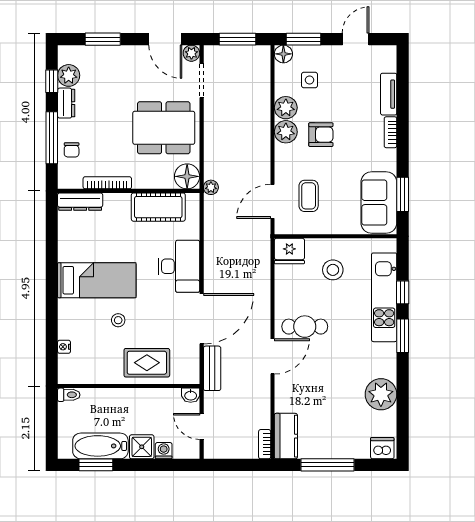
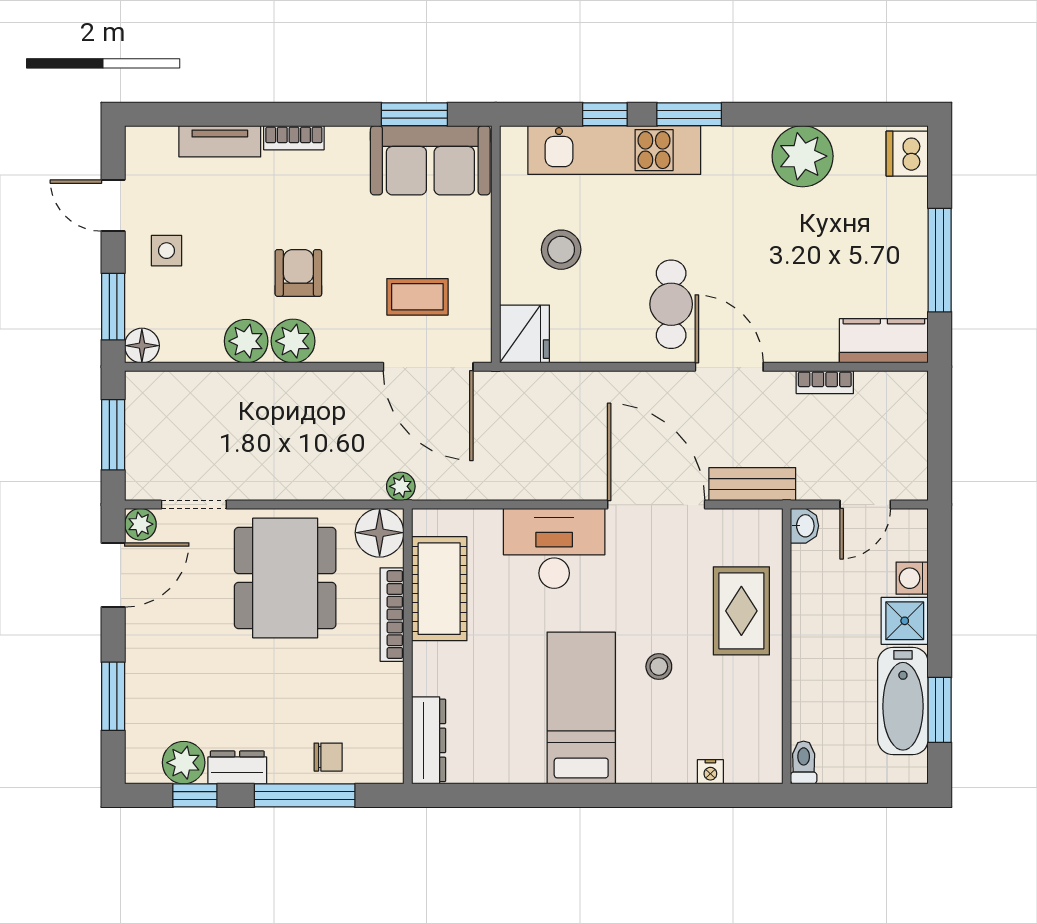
side table: (310, 80) -> (166, 251), moved
bookcase: (107, 183) -> (392, 615), moved
door: (273, 201) -> (428, 367), width x1.36
bookcase: (265, 444) -> (825, 382), moved

